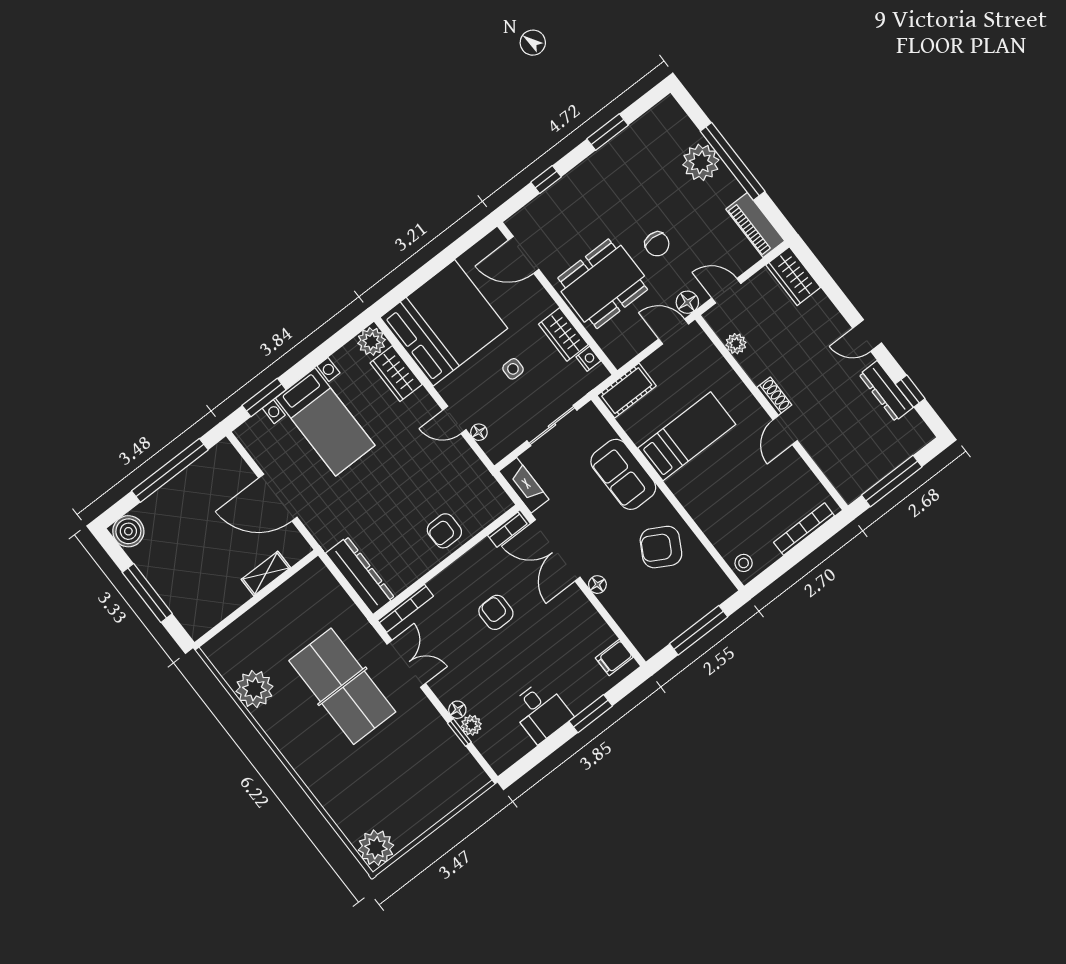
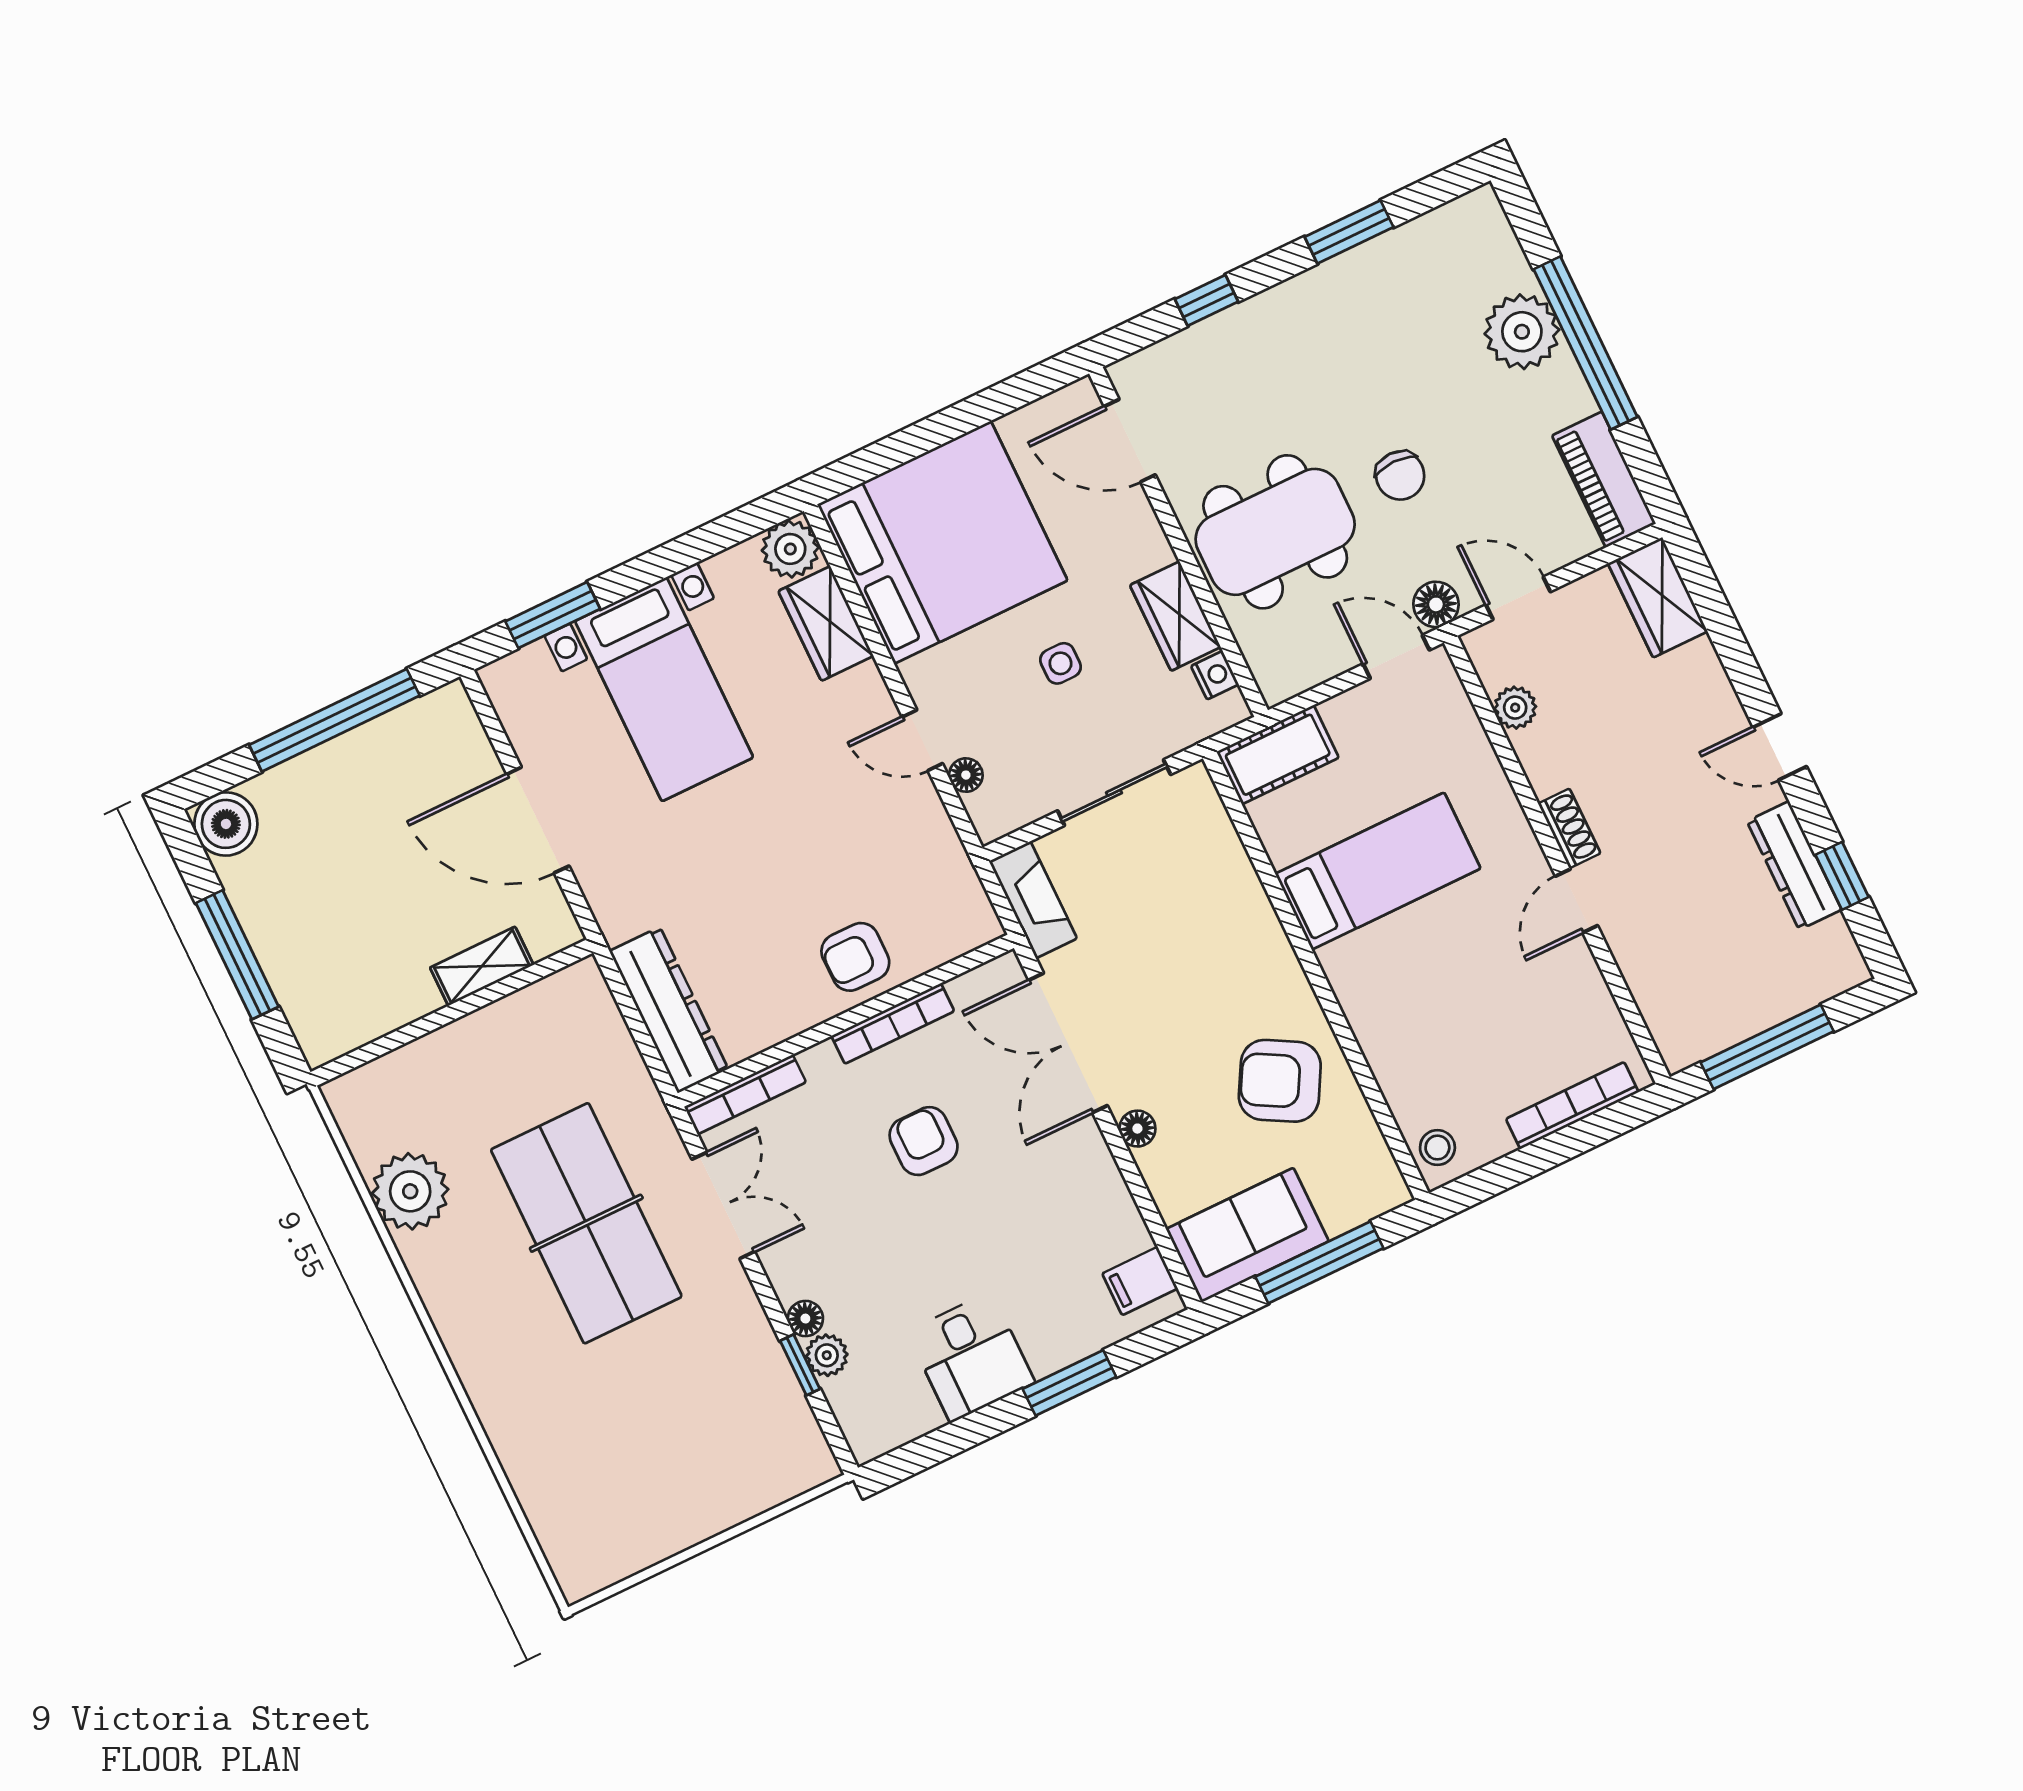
sofa: (623, 474) -> (1247, 1235), moved, turned 90
bookcase: (507, 530) -> (893, 1024), moved, width x1.56
plant: (376, 848) -> (585, 1559), removed

